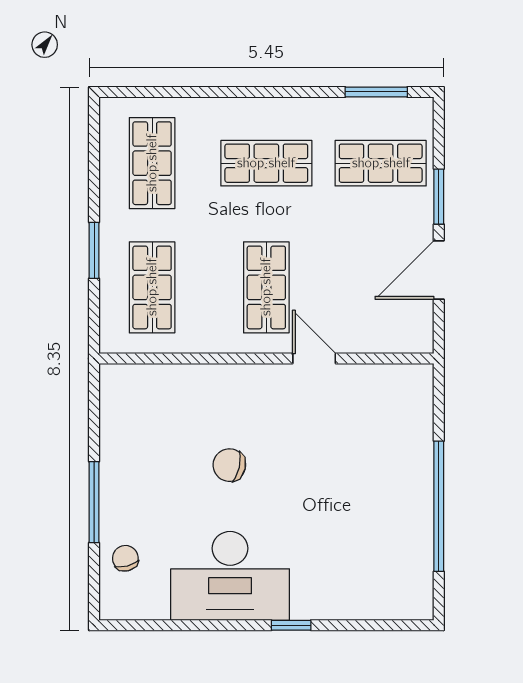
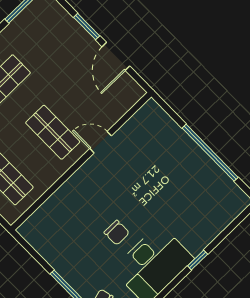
shop shelf: (381, 163) -> (50, 36), removed
chair: (229, 465) -> (117, 233), moved, turned -103

